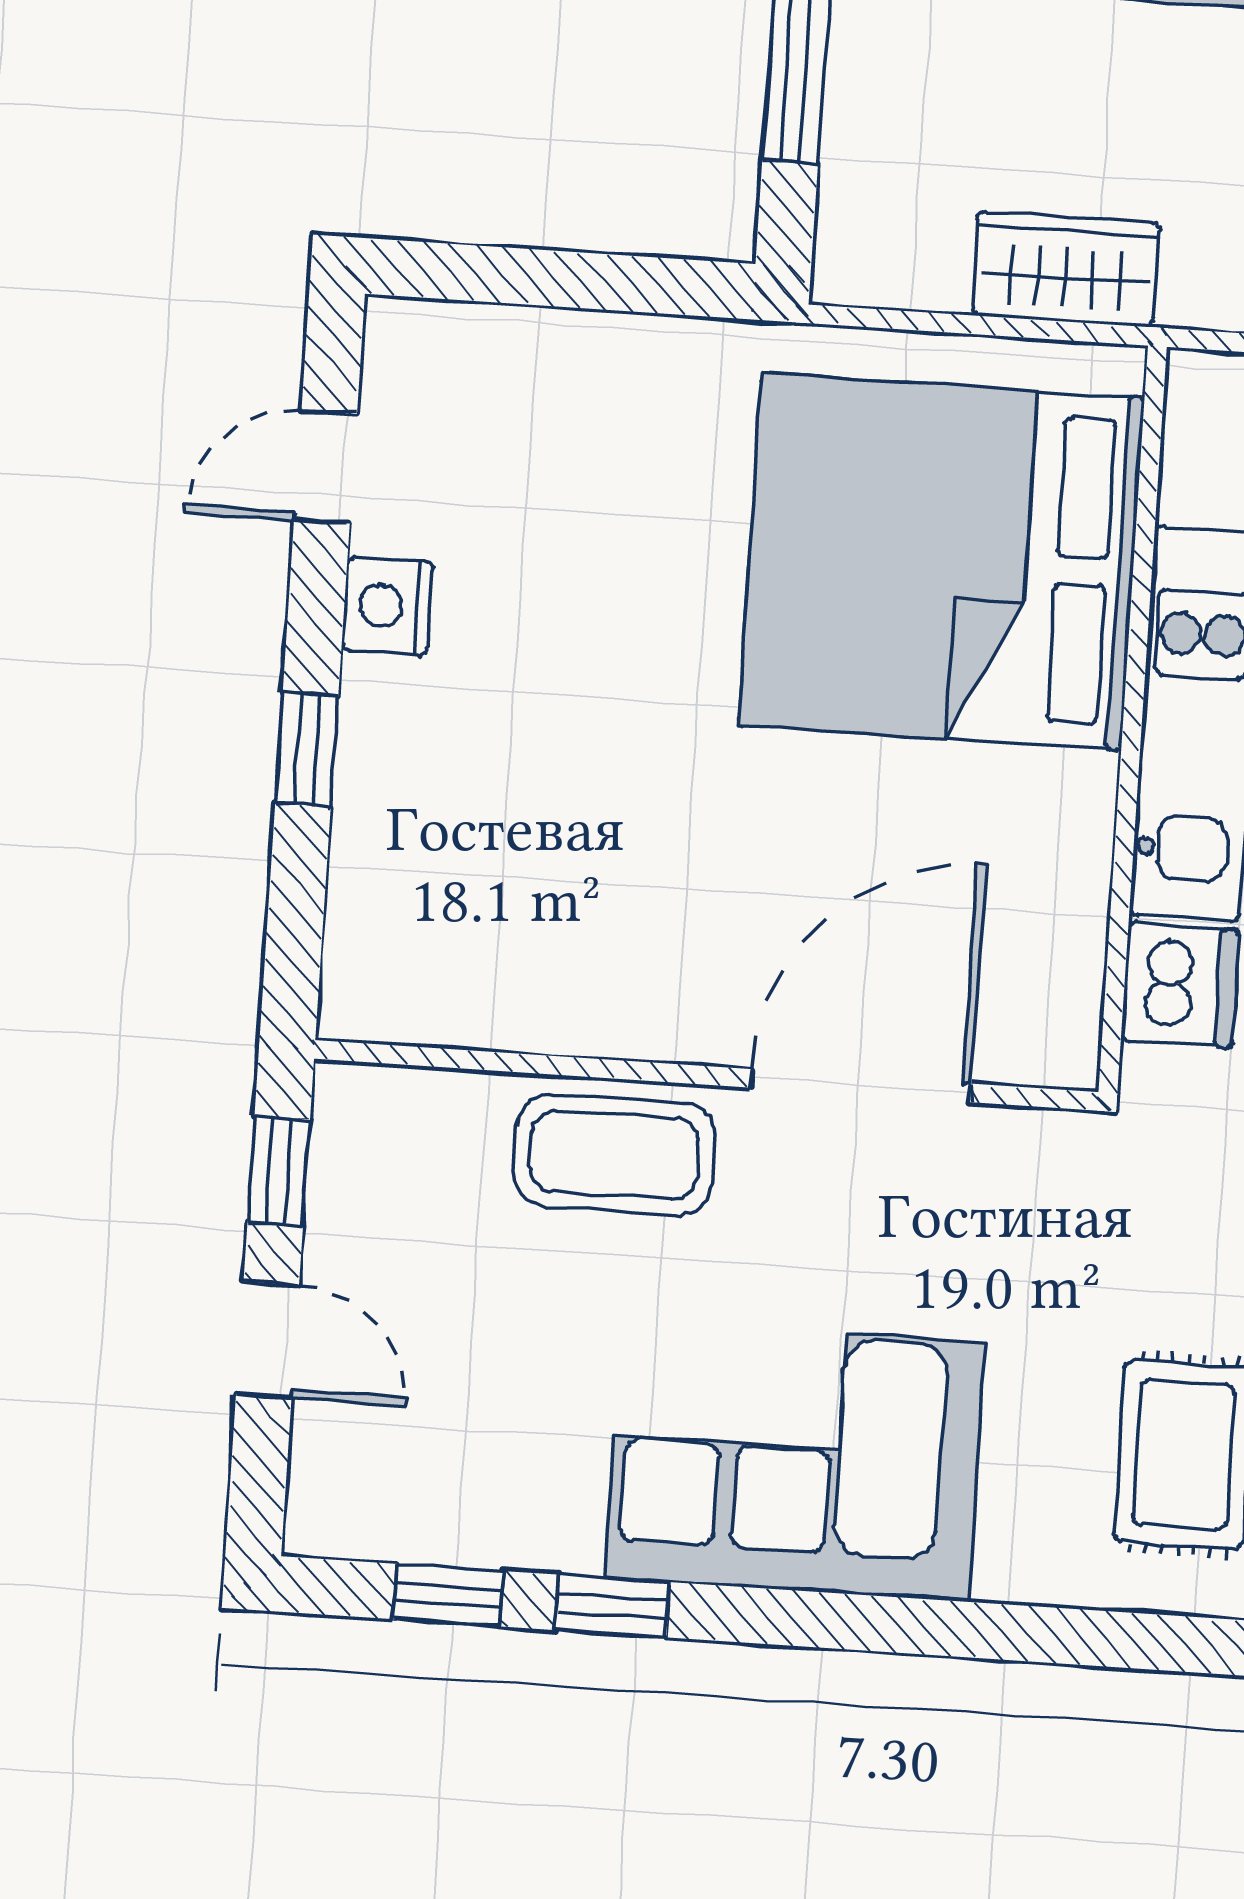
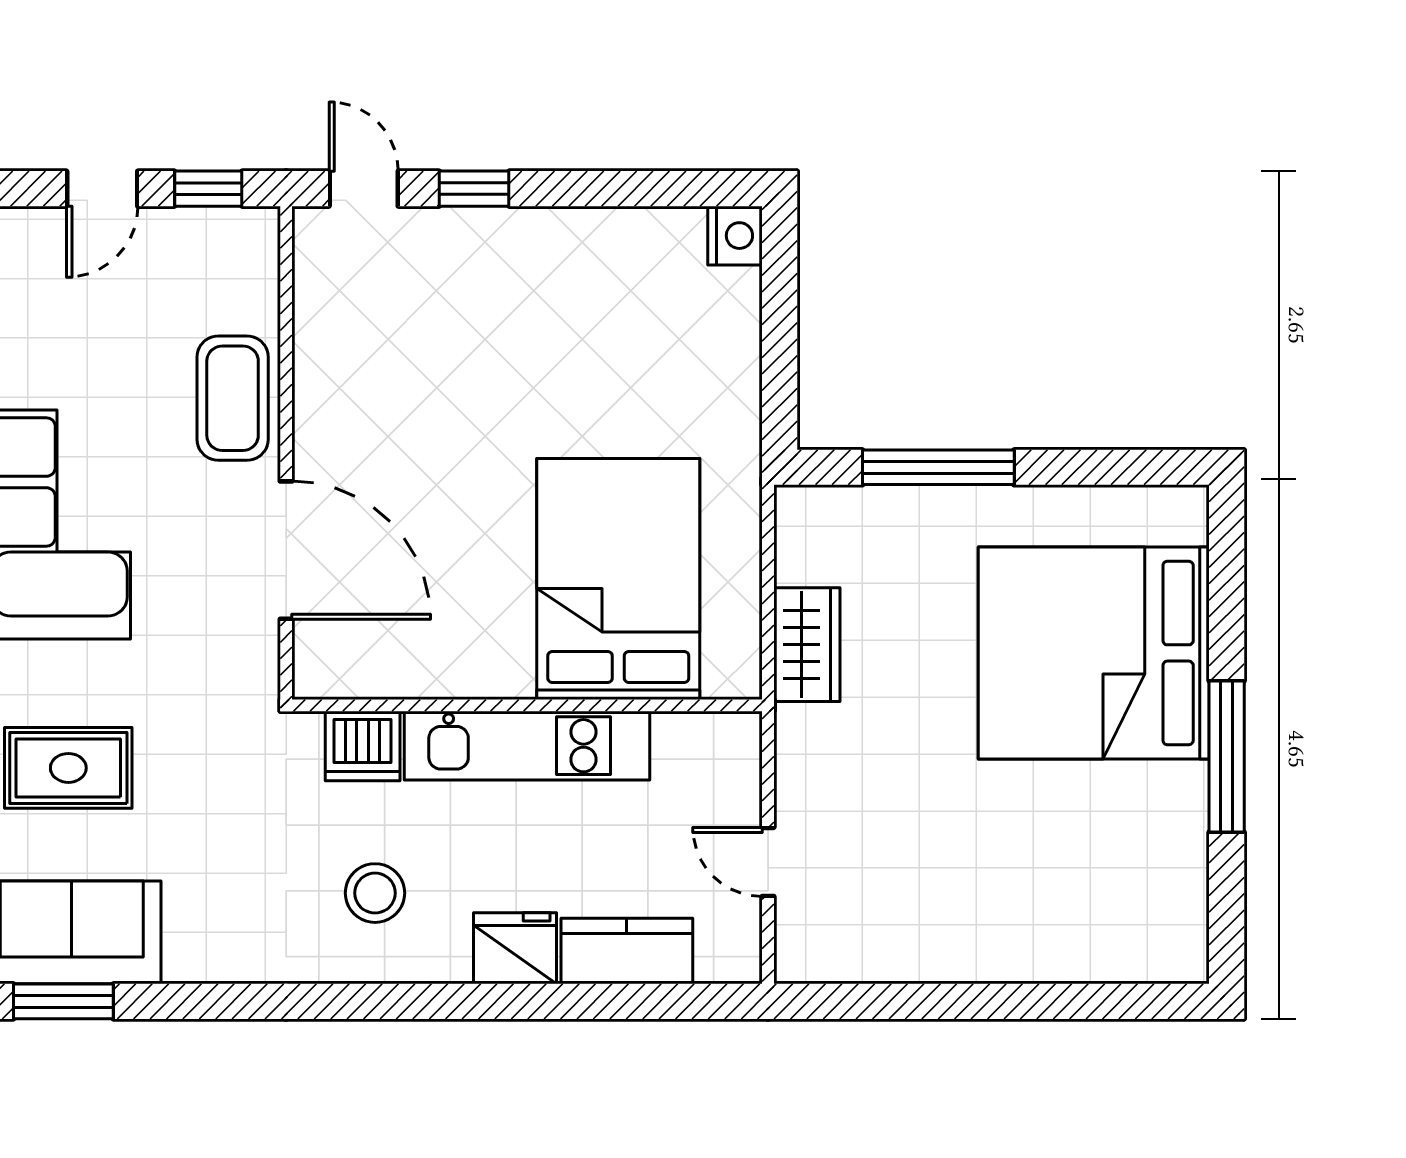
door: (326, 467) -> (364, 189), moved
bed: (942, 561) -> (618, 579), width x0.73
nightstand: (387, 606) -> (735, 236), moved, turned 90

